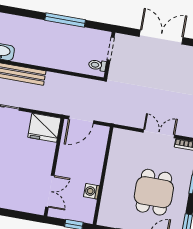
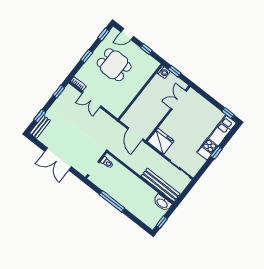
door: (81, 120) -> (135, 134), swing flipped
washing machine: (92, 191) -> (164, 72), moved
dining table: (154, 192) -> (114, 65), turned 90

